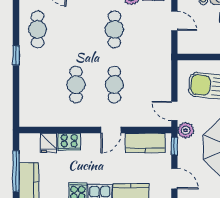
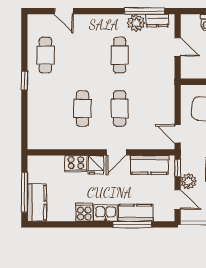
plant: (186, 130) -> (188, 181), moved
fridge: (48, 143) -> (96, 165), moved

